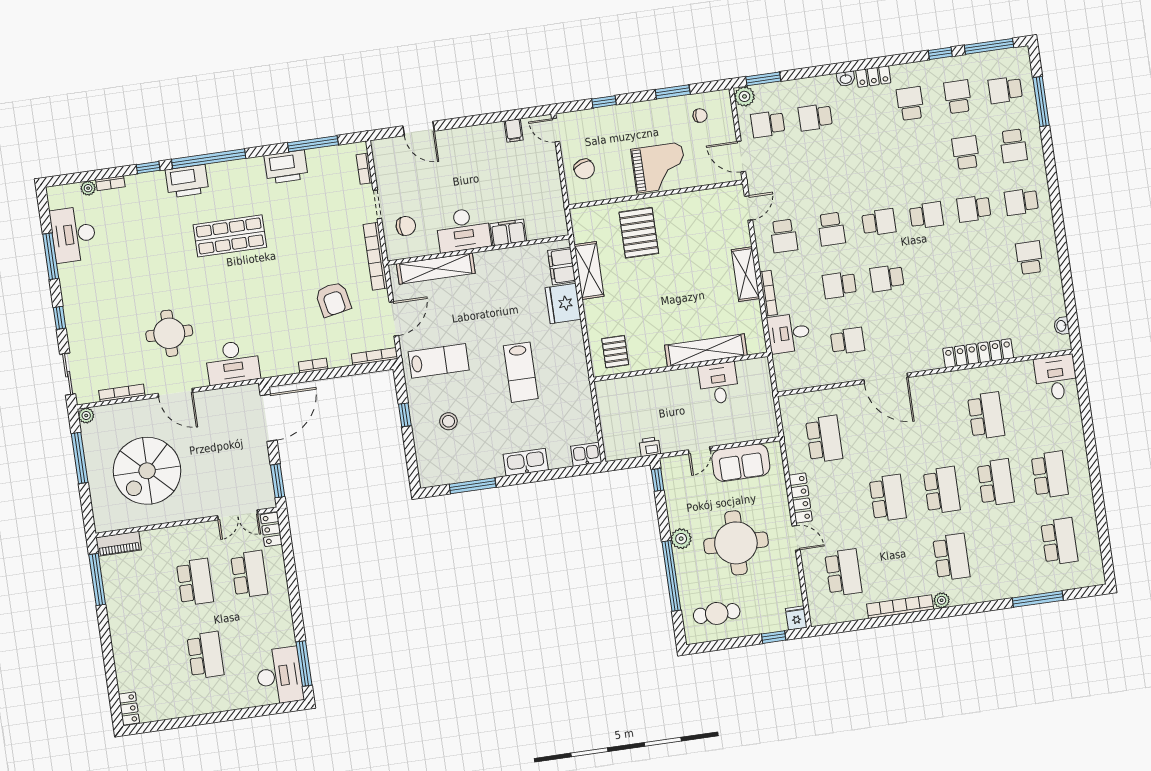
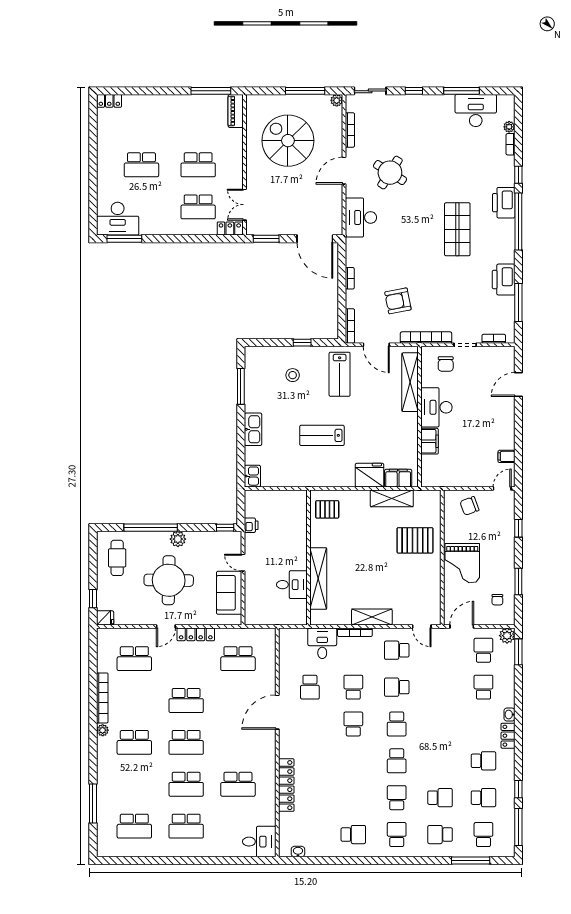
round table: (169, 333) -> (390, 173), turned 32

